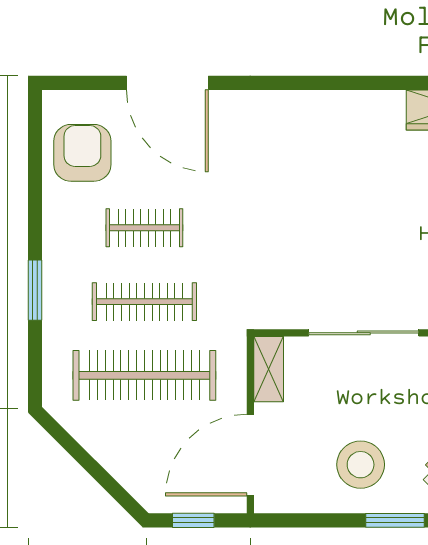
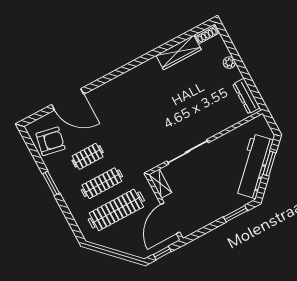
armchair: (82, 153) -> (51, 141), turned 101
window: (35, 290) -> (51, 183), moved
stool: (361, 465) -> (212, 200), removed

